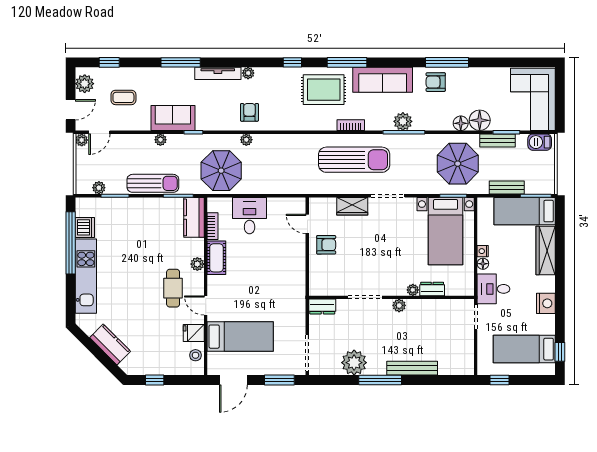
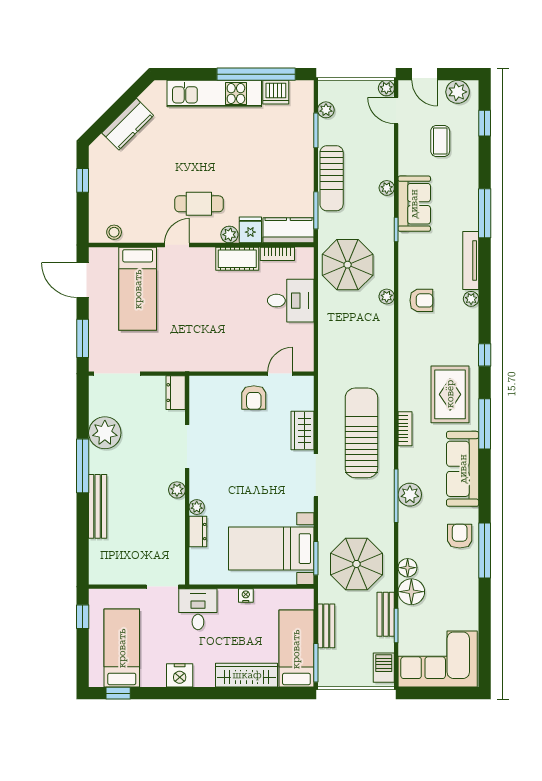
sun lounger: (354, 160) -> (361, 433), turned 180
floor lamp: (483, 264) -> (230, 596), removed
fridge: (194, 333) -> (250, 230), moved

